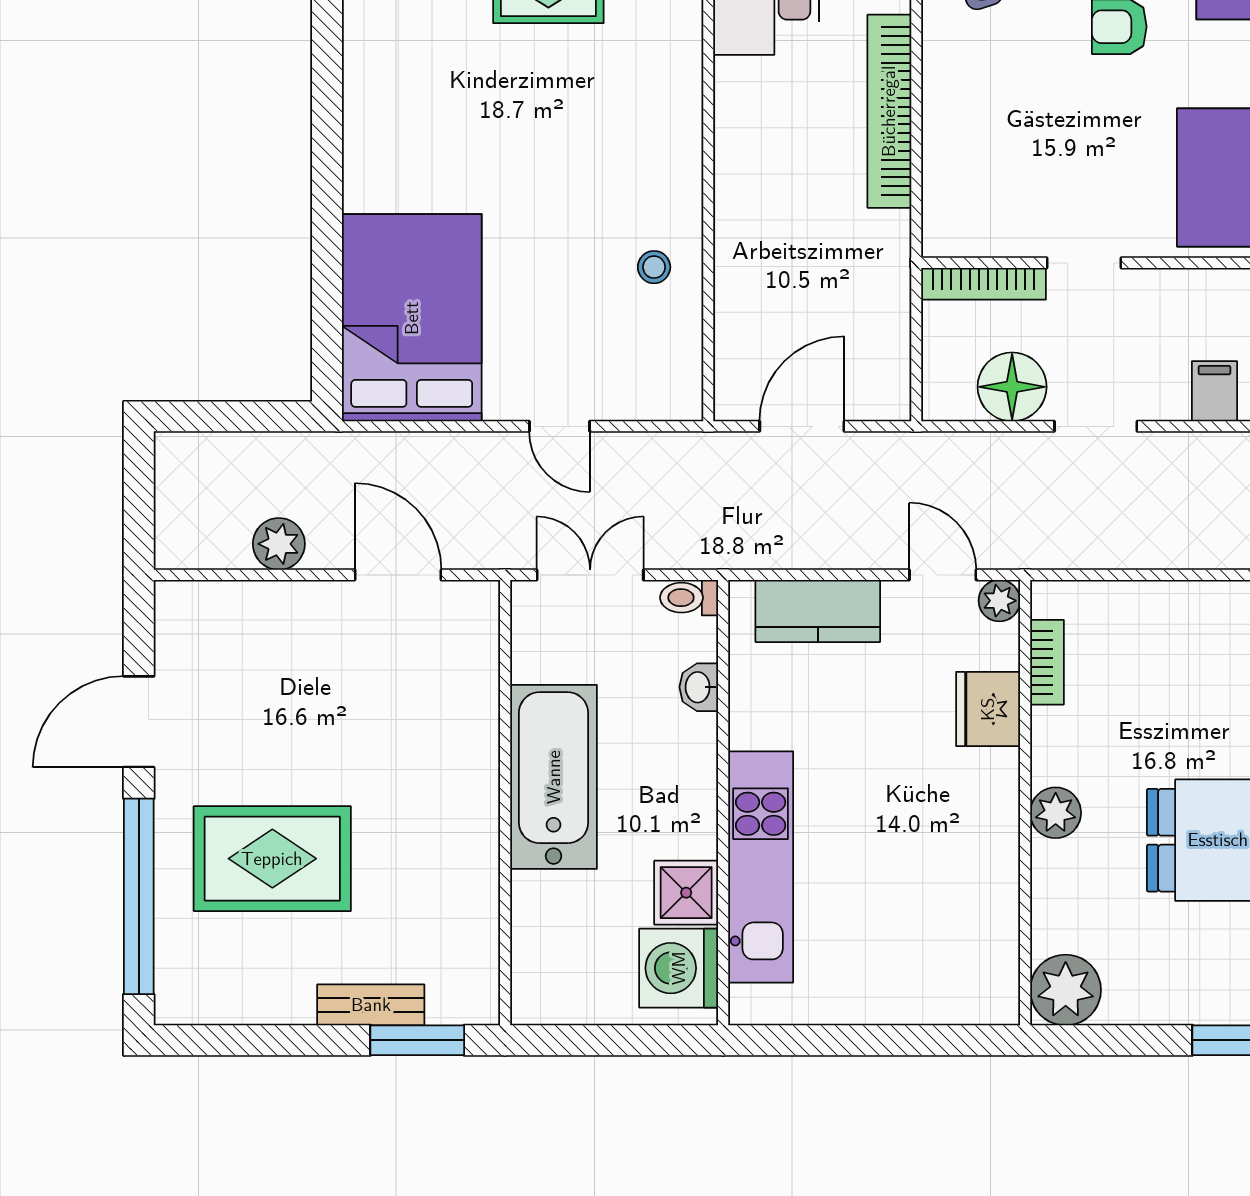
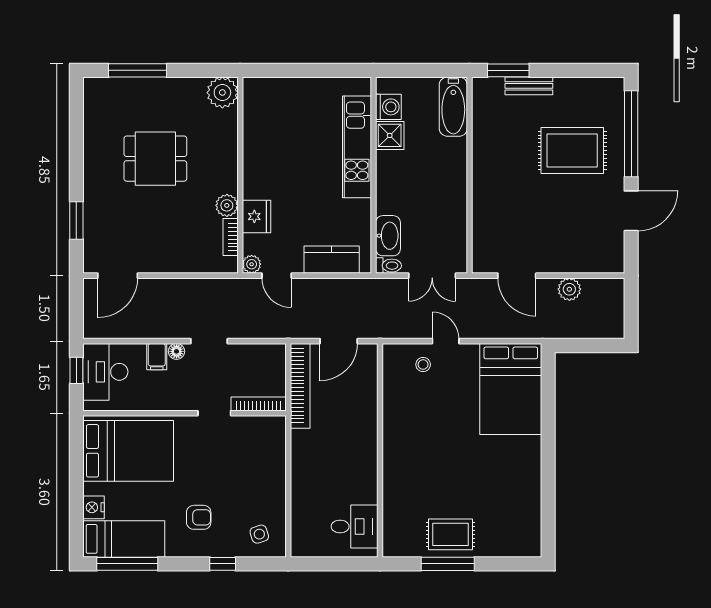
bookcase: (889, 111) -> (300, 386), moved
stool: (654, 267) -> (423, 365), moved
floor lamp: (1012, 387) -> (177, 351), moved, width x0.53, depth x0.53
washbasin: (699, 687) -> (388, 236), width x1.91, depth x1.45
bathtub: (554, 777) -> (453, 107), moved, width x0.73, depth x0.73
plant: (1056, 813) -> (227, 205), moved
washing machine: (679, 968) -> (388, 107), width x0.73, depth x0.73

